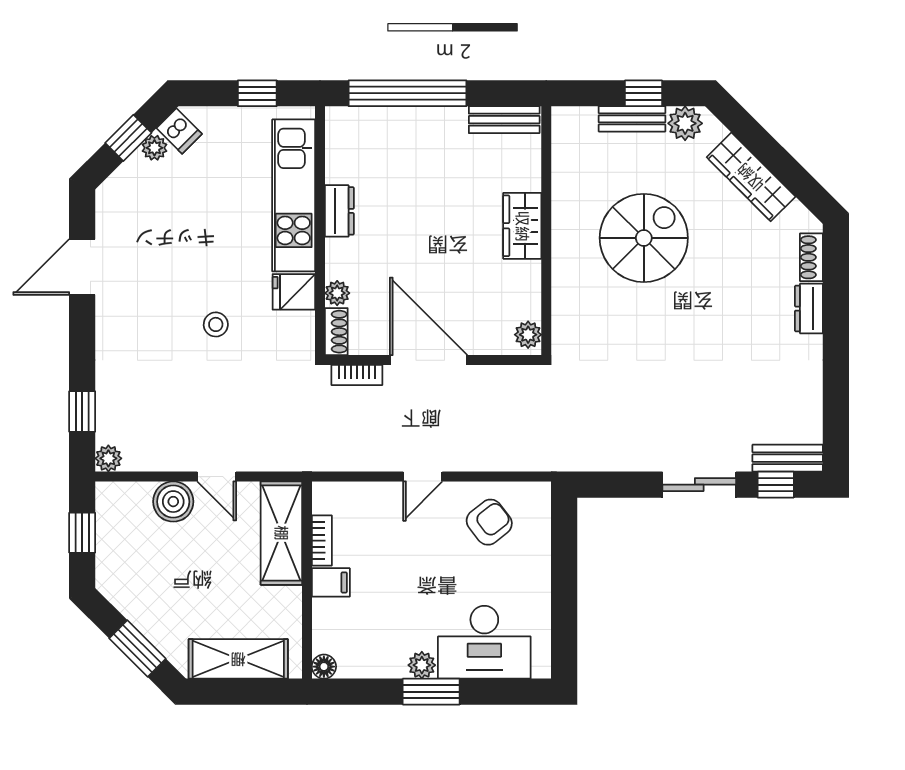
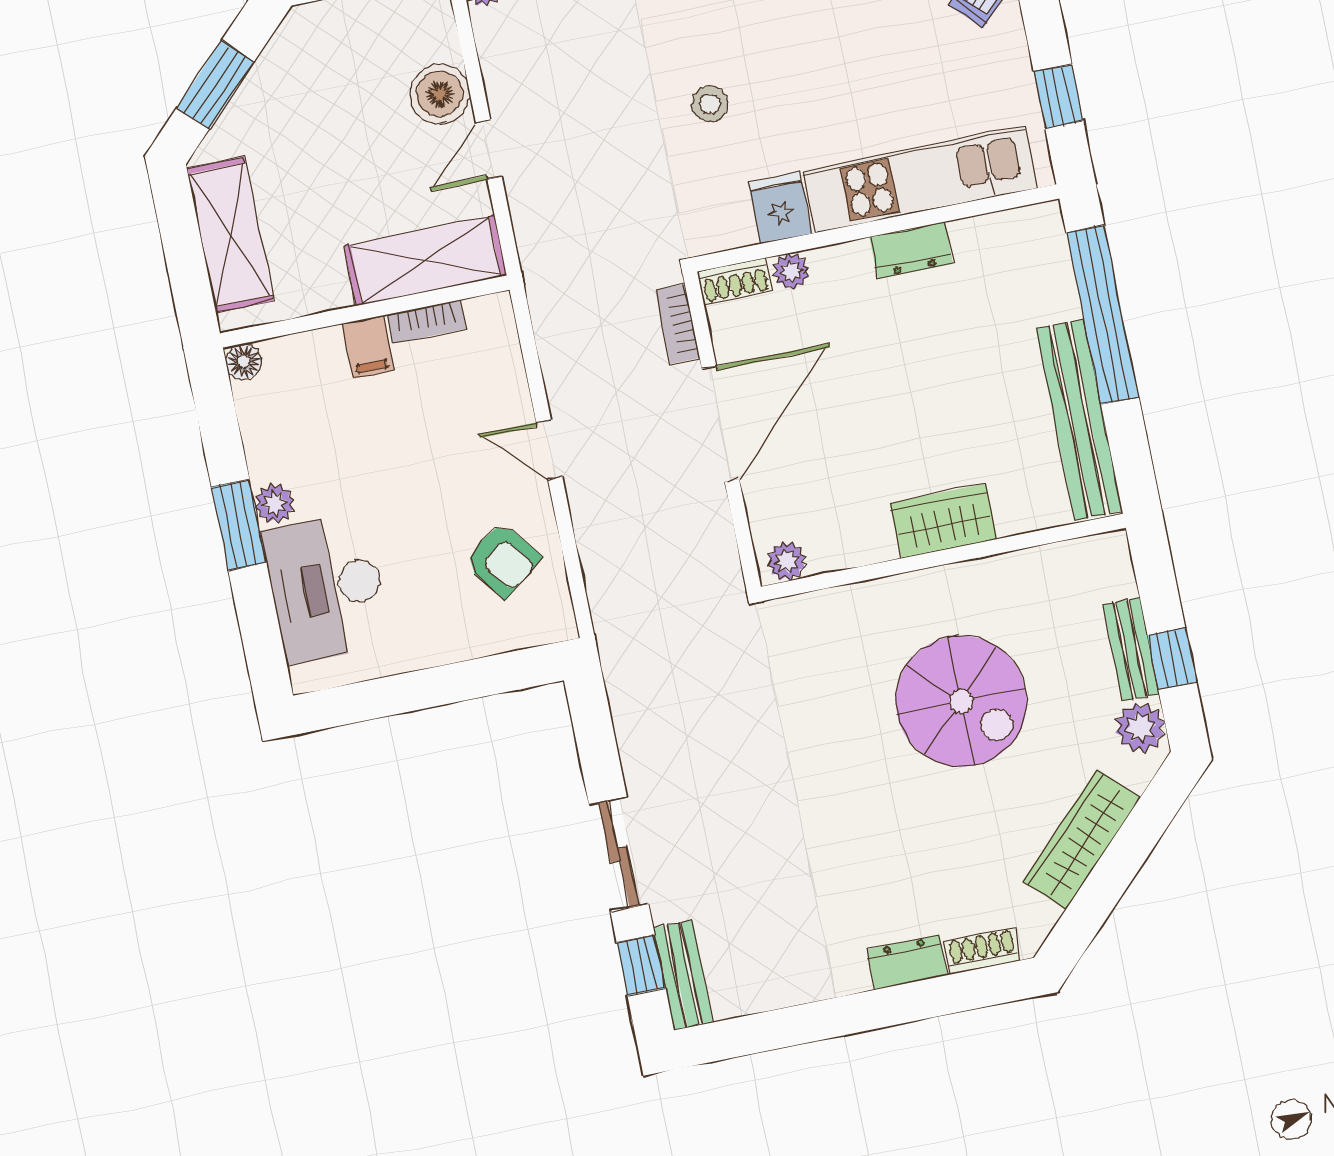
bench: (504, 120) -> (1079, 420), width x1.86, depth x1.21

